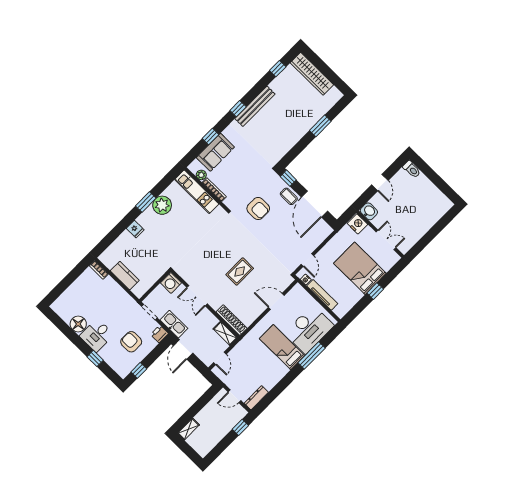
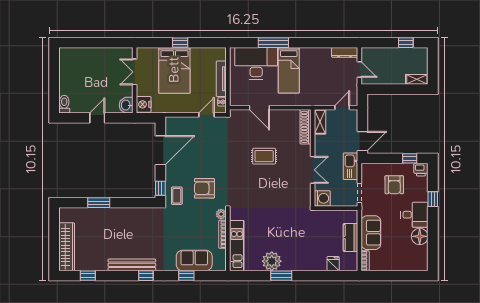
plant: (201, 175) -> (221, 214), moved
coffee table: (289, 196) -> (177, 196), moved
armchair: (258, 208) -> (204, 188), turned -90
fridge: (135, 229) -> (333, 264), moved
sofa: (114, 293) -> (371, 233), added
printer: (159, 334) -> (421, 170), moved
window: (240, 427) -> (406, 43), moved

